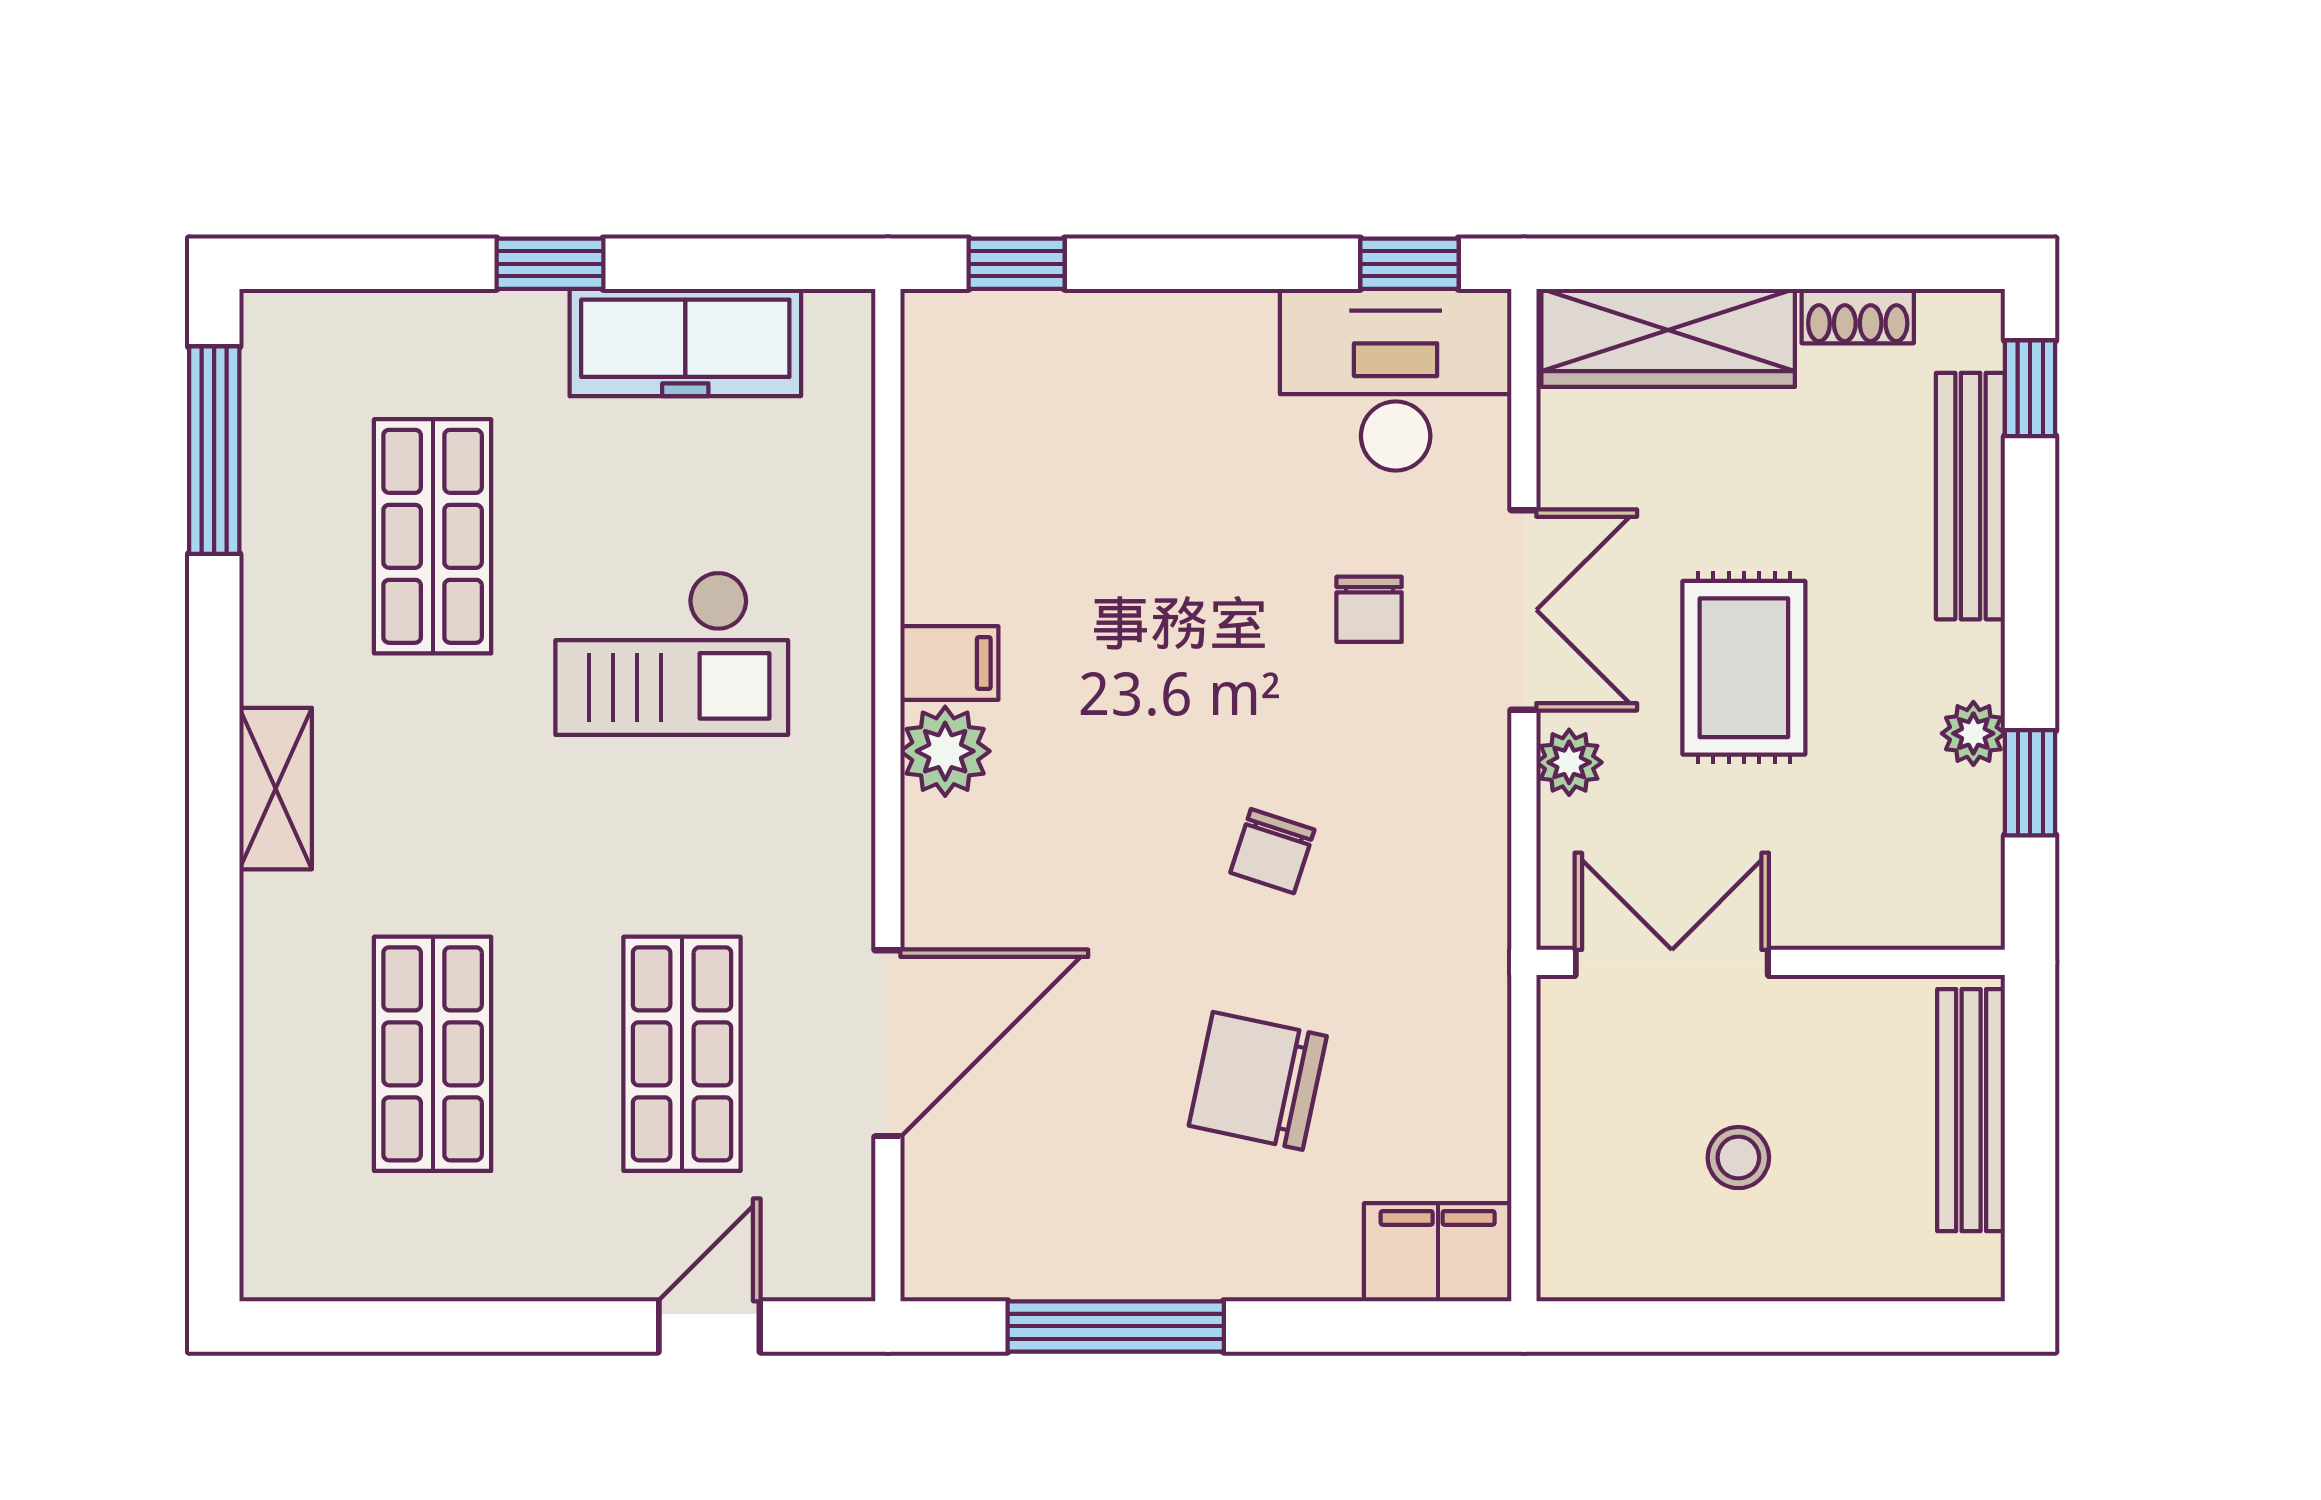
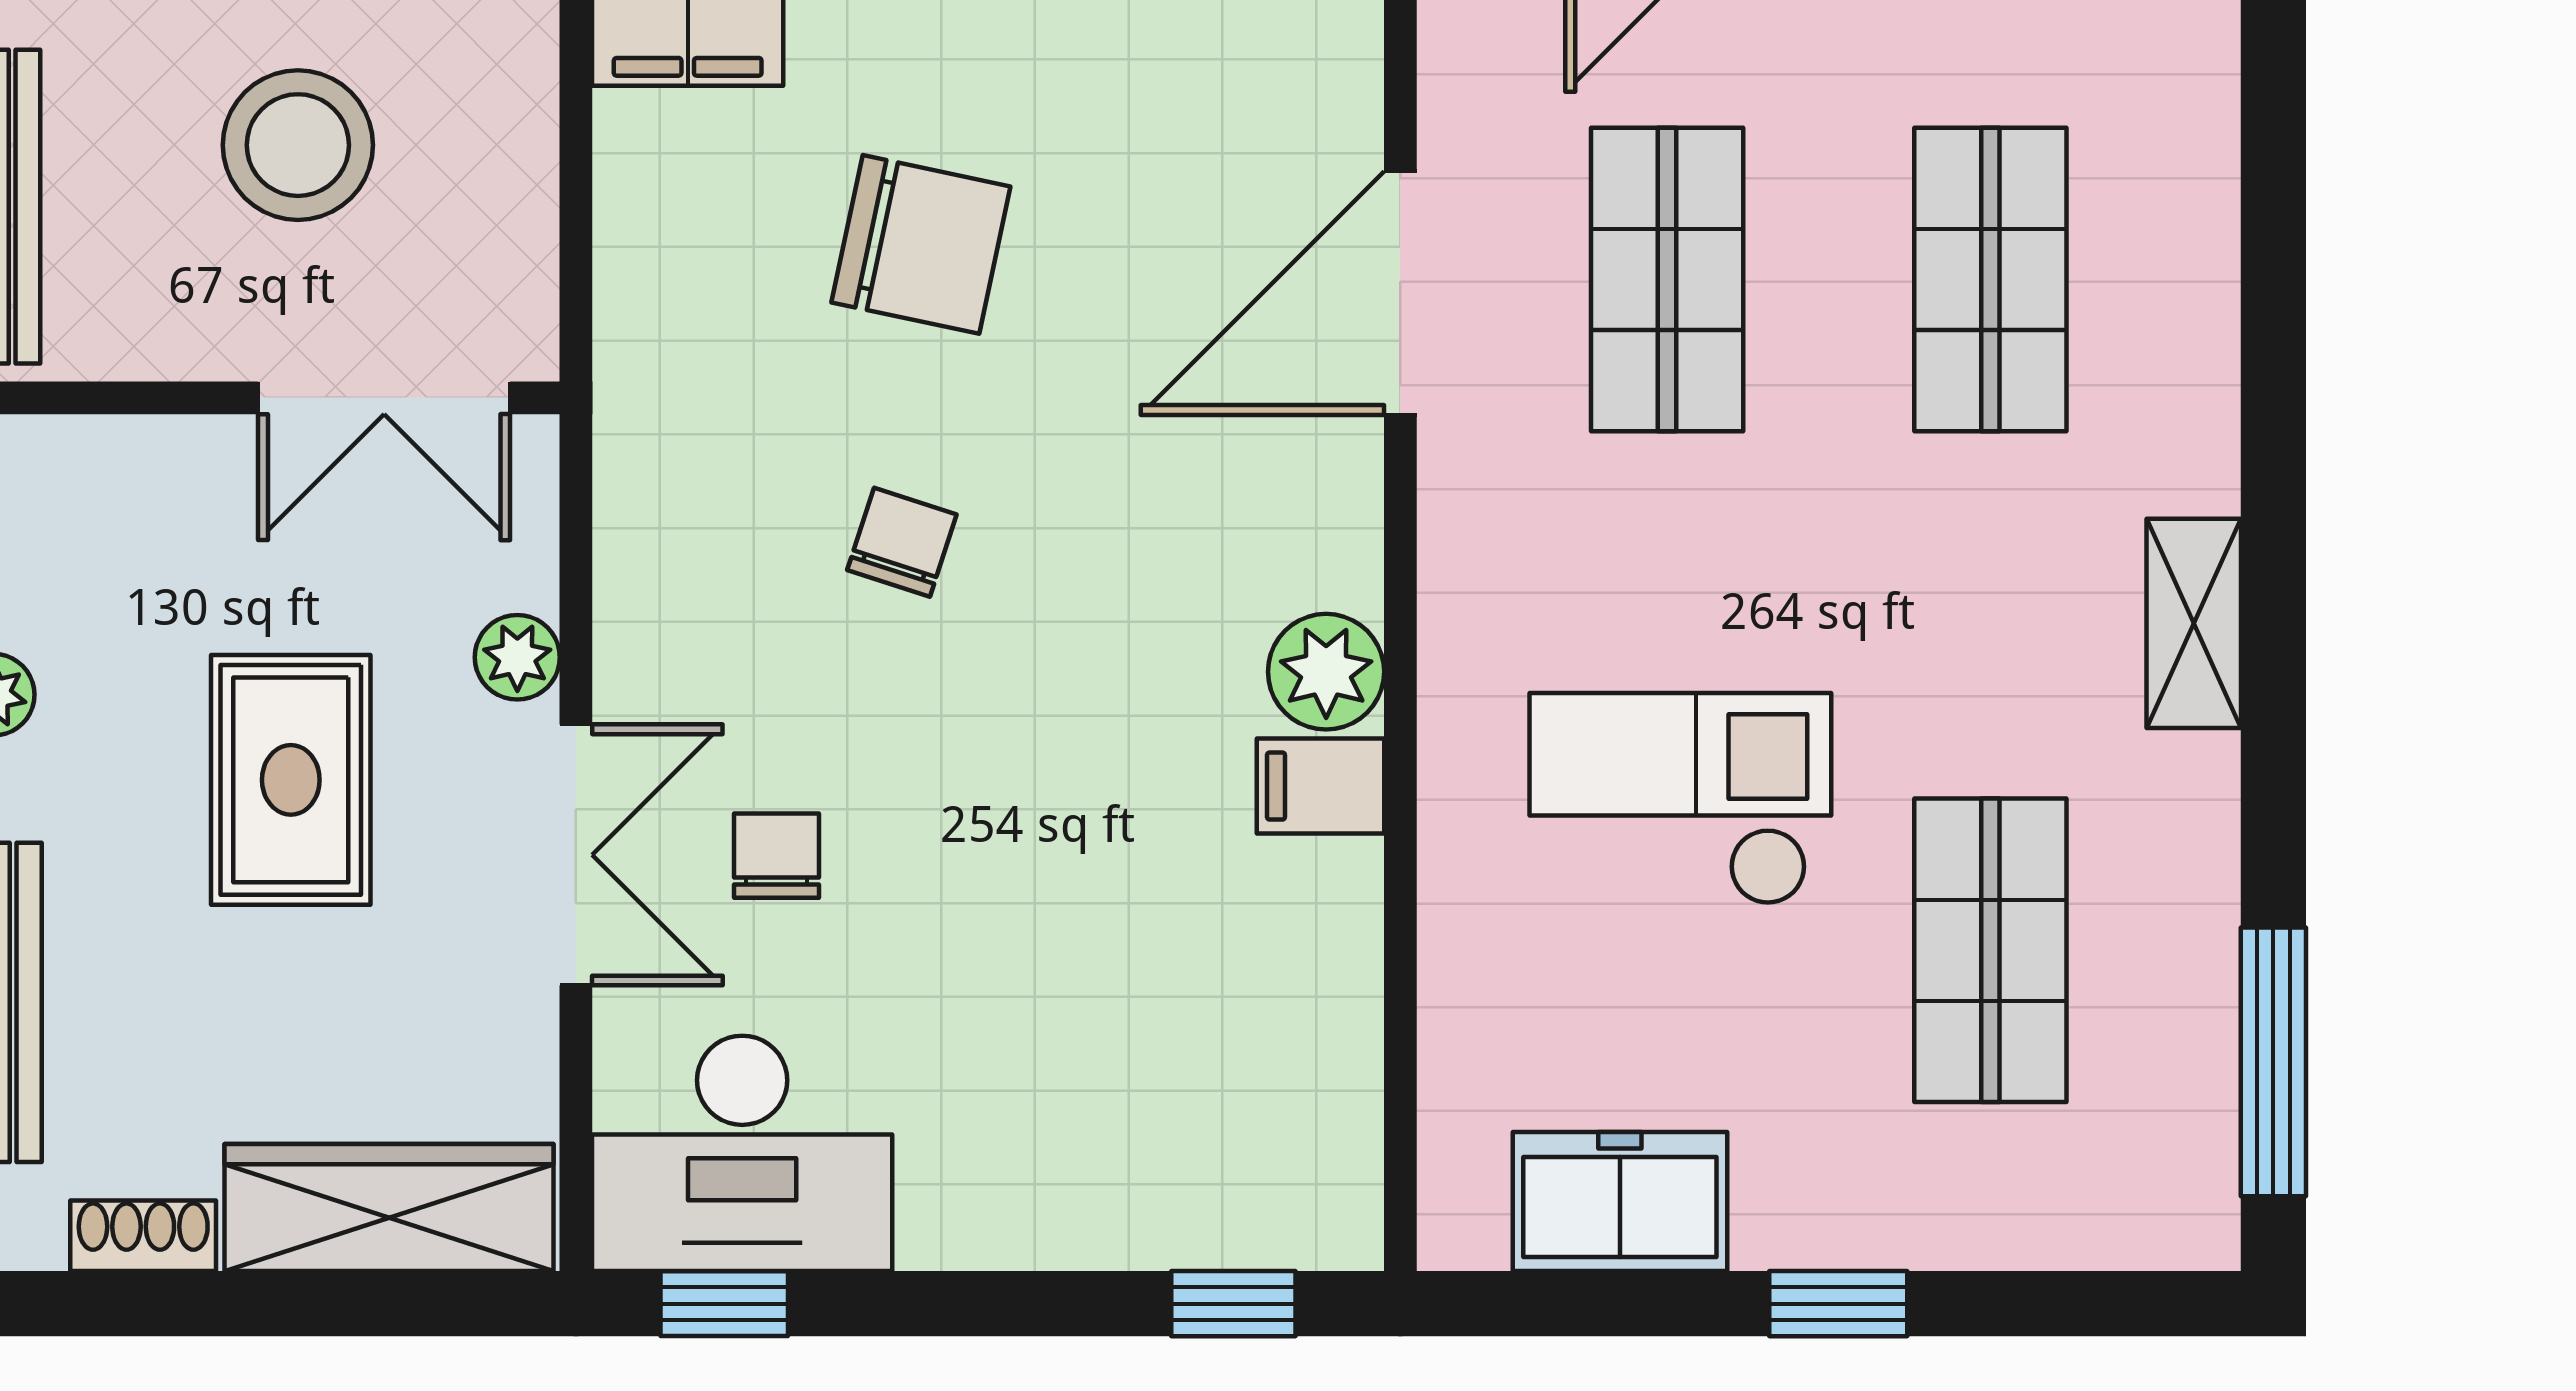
freezer: (685, 343) -> (1620, 1201), width x0.71
double door: (1524, 610) -> (576, 855), swing flipped
stool: (1738, 1158) -> (298, 145), width x1.89, depth x1.89

